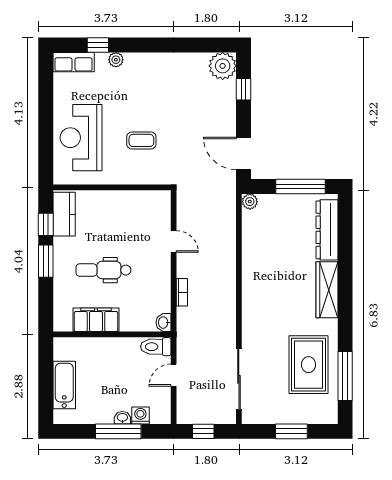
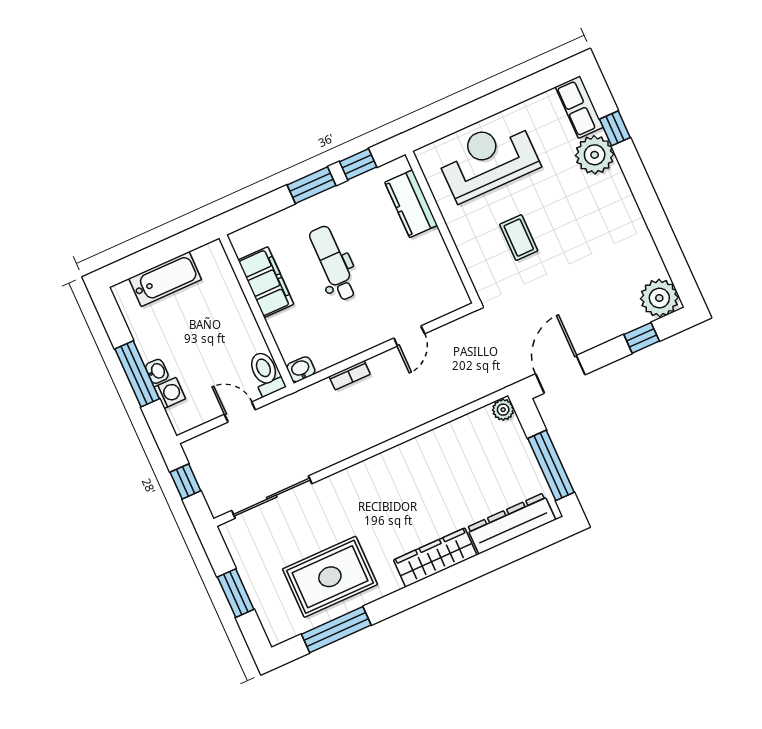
plant: (116, 60) -> (595, 155), width x1.87, depth x1.87
kitchen counter: (64, 214) -> (411, 204), moved, turned 90

